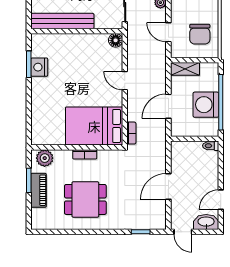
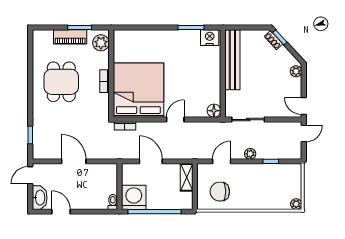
nightstand: (39, 67) -> (210, 38), moved
washing machine: (206, 105) -> (134, 197), moved
bed: (94, 126) -> (138, 90), width x1.36

